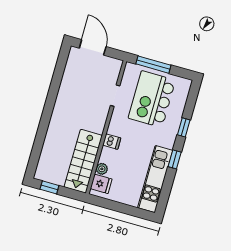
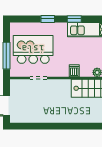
kitchen island: (152, 99) -> (33, 49), turned 180

